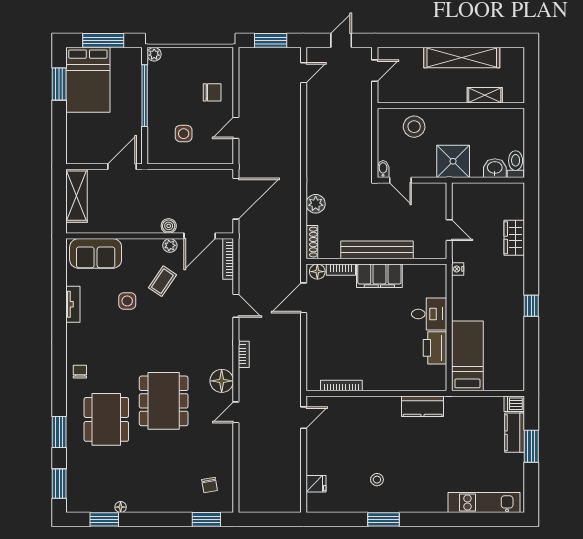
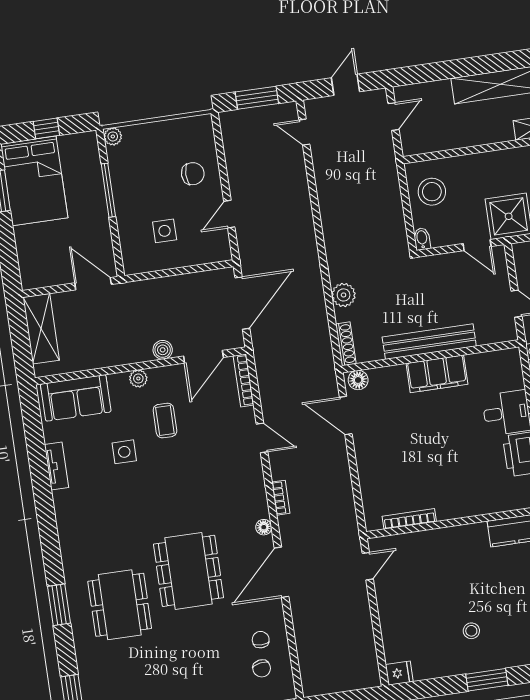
window: (103, 40) -> (46, 128), width x0.46
door: (304, 73) -> (304, 132), swing flipped
window: (145, 96) -> (108, 190), width x0.68
stool: (414, 127) -> (432, 192), moved
door: (122, 167) -> (93, 284), hinge flipped
door: (400, 180) -> (477, 245), moved
plant: (170, 245) -> (138, 378), moved
bookcase: (341, 270) -> (387, 373), removed
coffee table: (162, 281) -> (165, 421), turned -34
door: (304, 298) -> (346, 416), hinge flipped
chair: (80, 372) -> (261, 640), moved
floor lamp: (222, 381) -> (264, 527), width x0.53, depth x0.53
door: (236, 412) -> (282, 572), width x1.88
window: (59, 432) -> (59, 605), moved
fridge: (316, 484) -> (399, 673), moved

